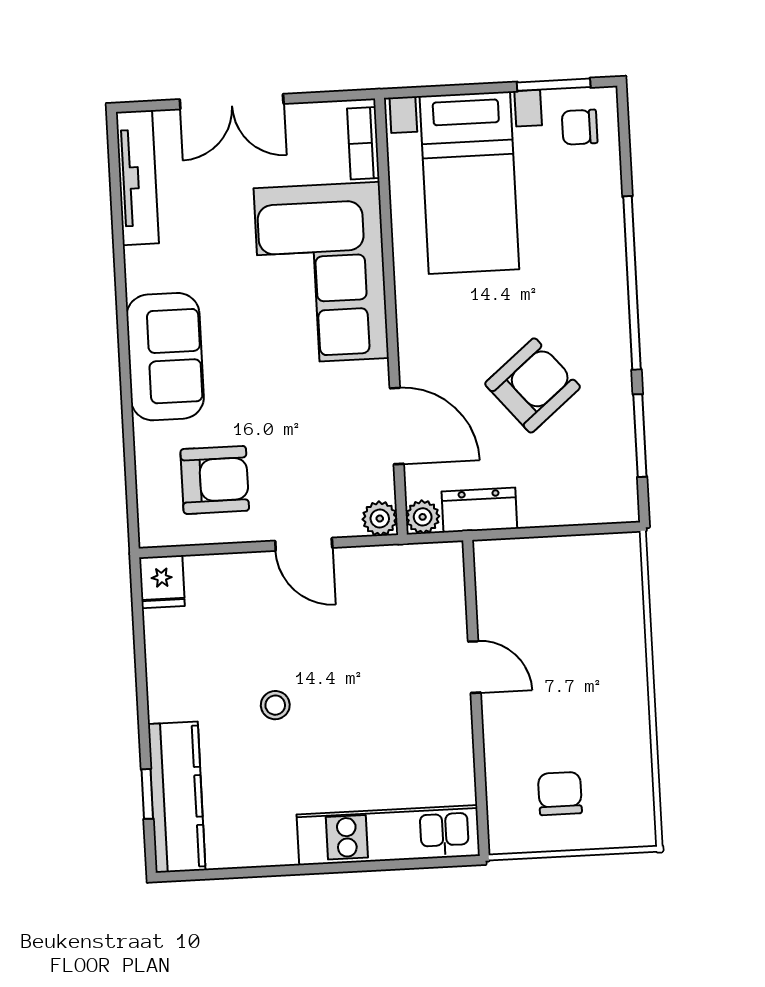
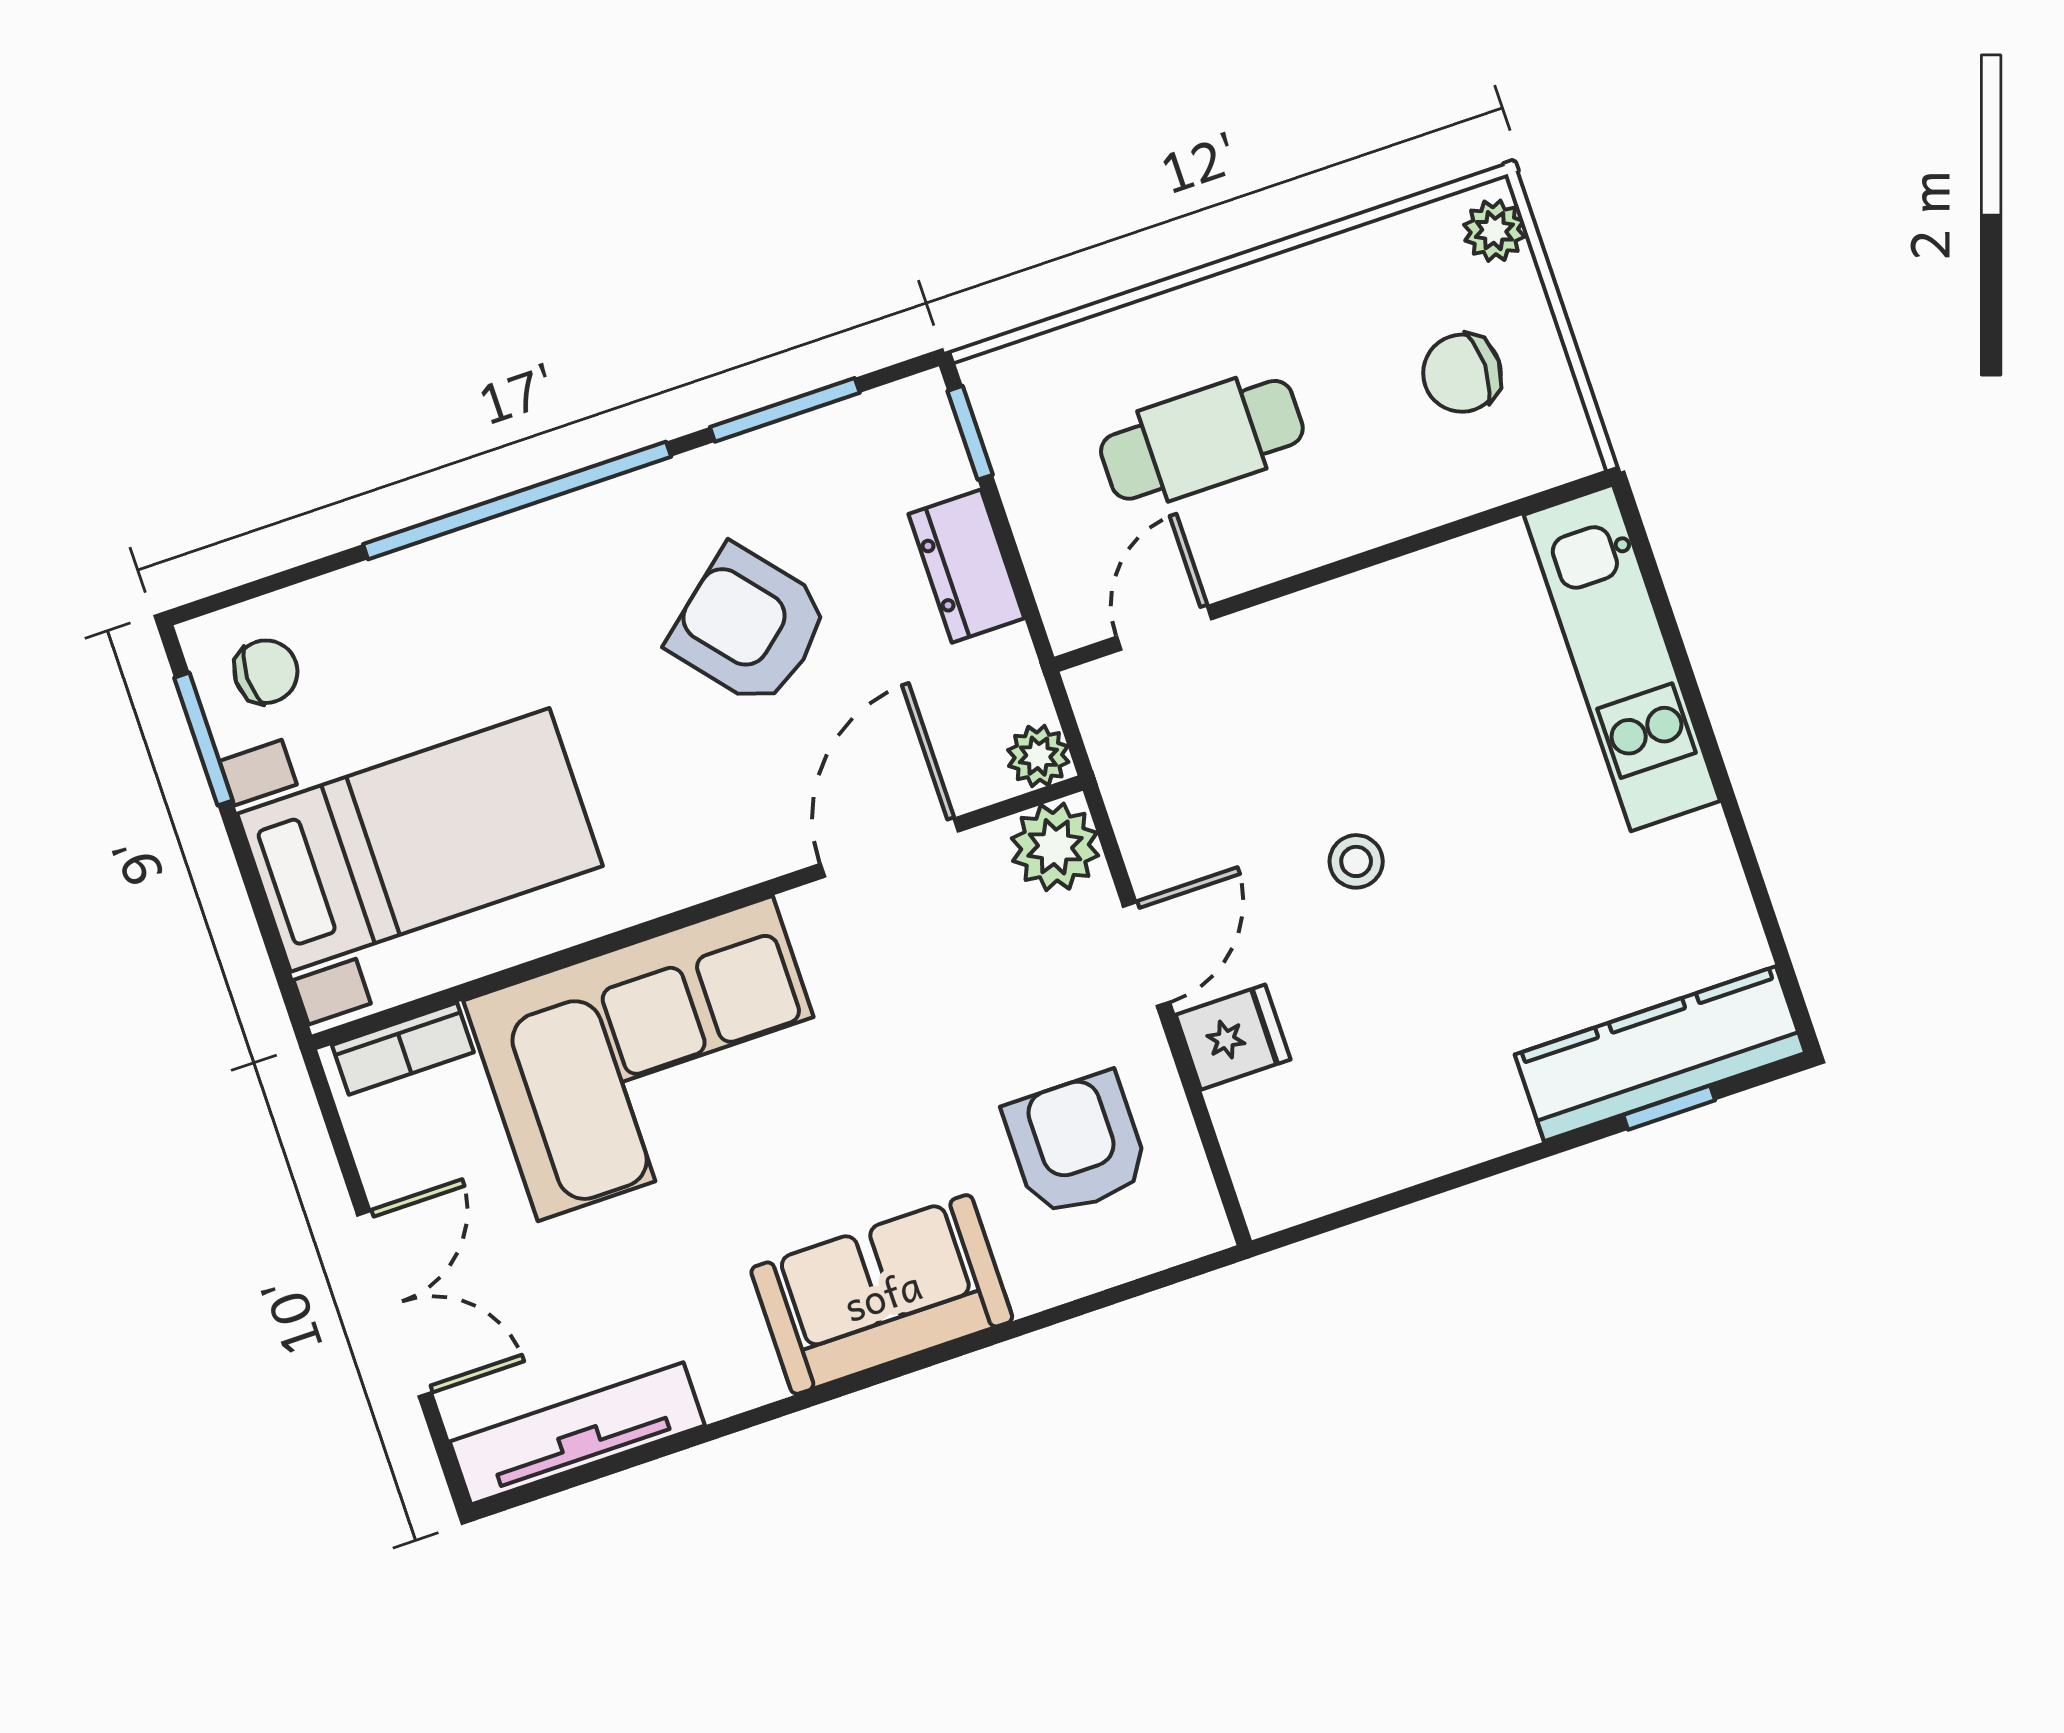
chair: (580, 127) -> (266, 672), turned -90
dresser: (479, 510) -> (966, 566), moved
plant: (380, 518) -> (1055, 847), width x1.38, depth x1.38
window: (601, 529) -> (970, 433), added
fridge: (162, 582) -> (1233, 1037), moved
cafe table: (563, 648) -> (1202, 440), added
door: (474, 667) -> (1164, 628), moved
stool: (275, 705) -> (1356, 861), moved
plant: (629, 831) -> (1494, 231), added

